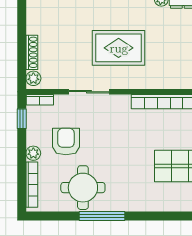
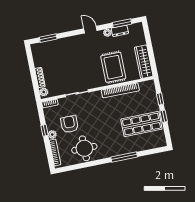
rug: (119, 48) -> (113, 67), moved, turned 90
window: (22, 119) -> (45, 130), moved
window: (102, 216) -> (124, 157), moved

